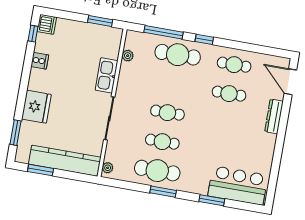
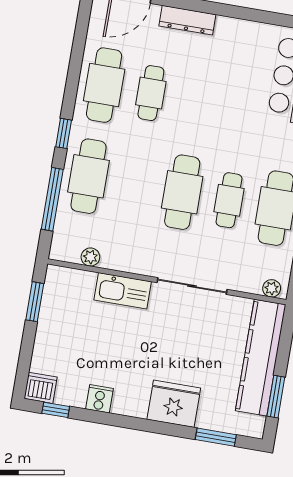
cafe table: (234, 65) -> (104, 85), width x1.37, depth x1.35
cafe table: (167, 113) -> (182, 192), width x1.37, depth x1.35

